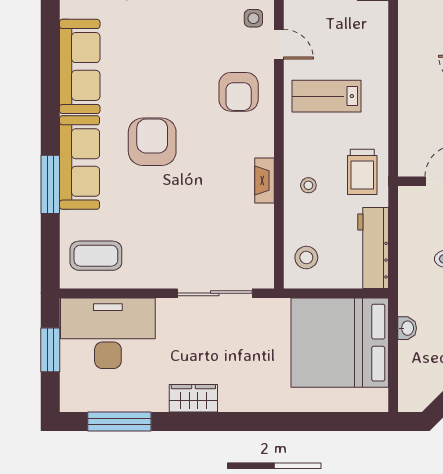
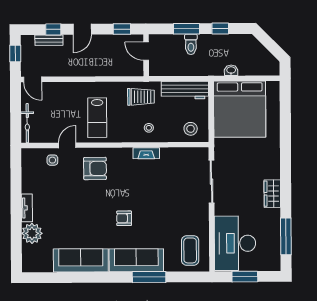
armchair: (152, 142) -> (124, 218), width x0.53, depth x0.53

